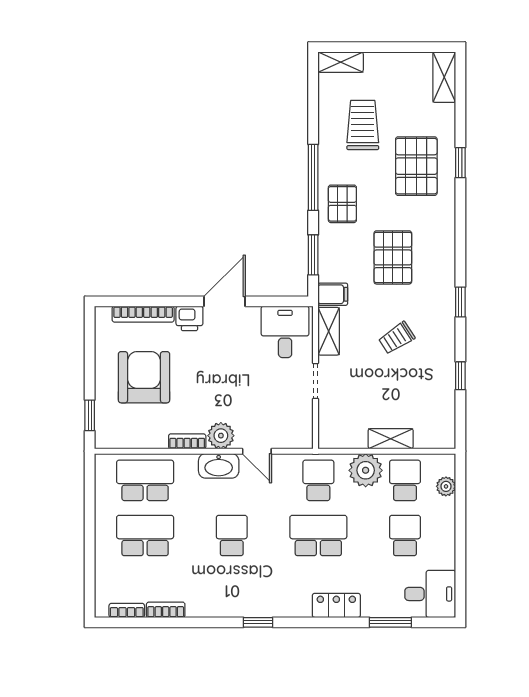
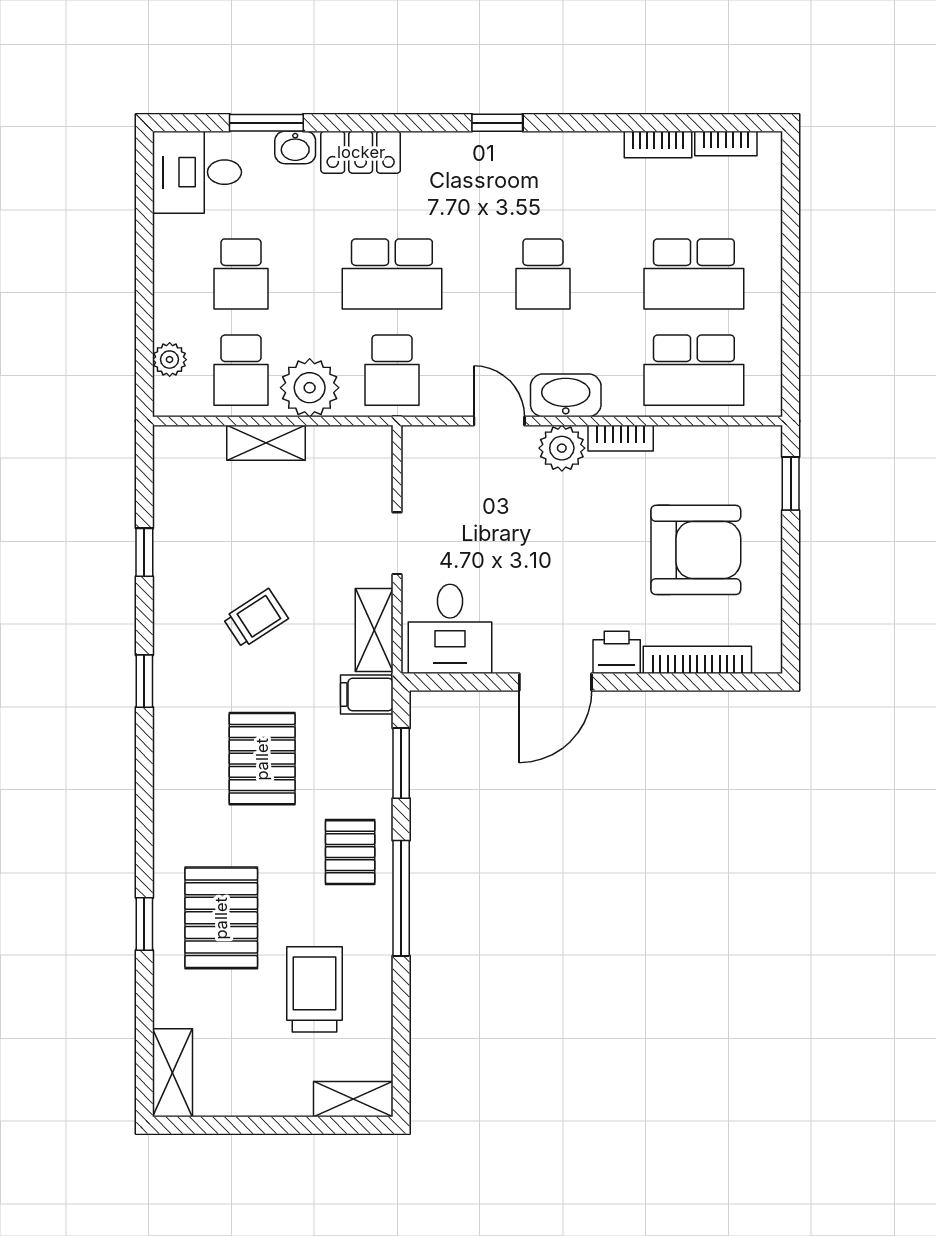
trolley: (363, 125) -> (315, 989), turned 180
armchair: (144, 377) -> (696, 550), turned -90
washbasin: (374, 608) -> (295, 147), added

